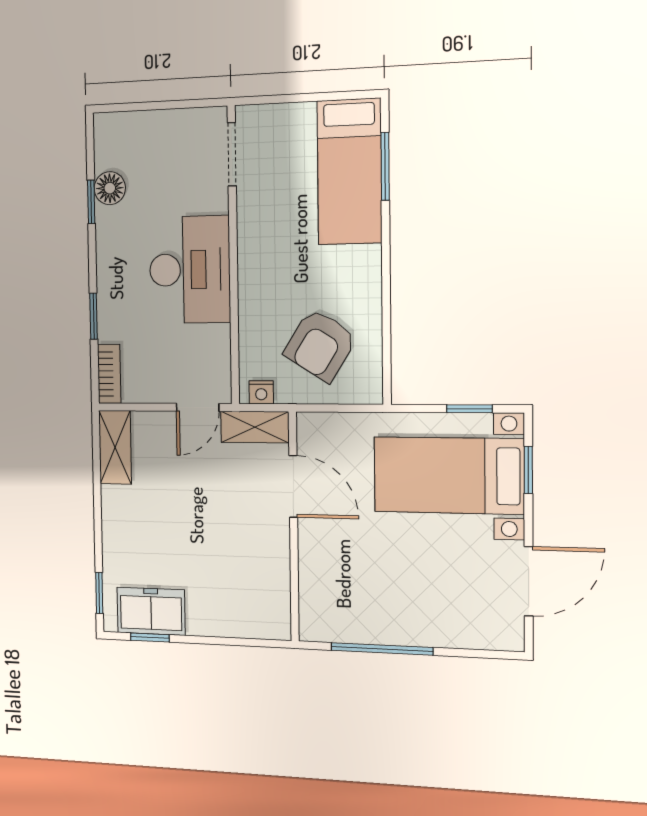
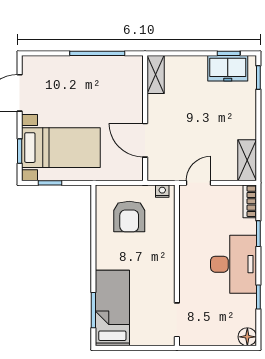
floor lamp: (110, 188) -> (247, 337), moved
desk: (190, 270) -> (234, 264), moved, turned 180
armchair: (320, 345) -> (129, 217), turned 148
shelving: (255, 427) -> (156, 74), moved, turned 90

